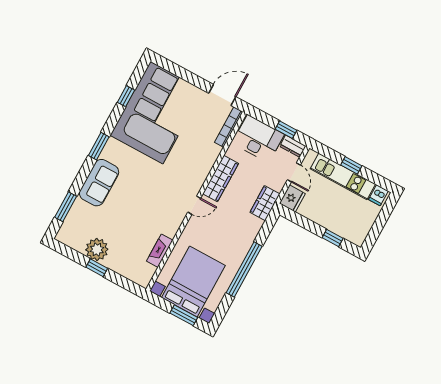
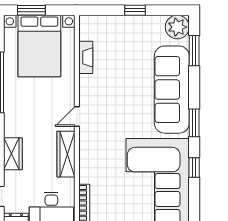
window: (126, 96) -> (194, 168), moved
sofa: (99, 183) -> (172, 90), width x1.85, depth x1.27
plant: (97, 249) -> (177, 27), moved

